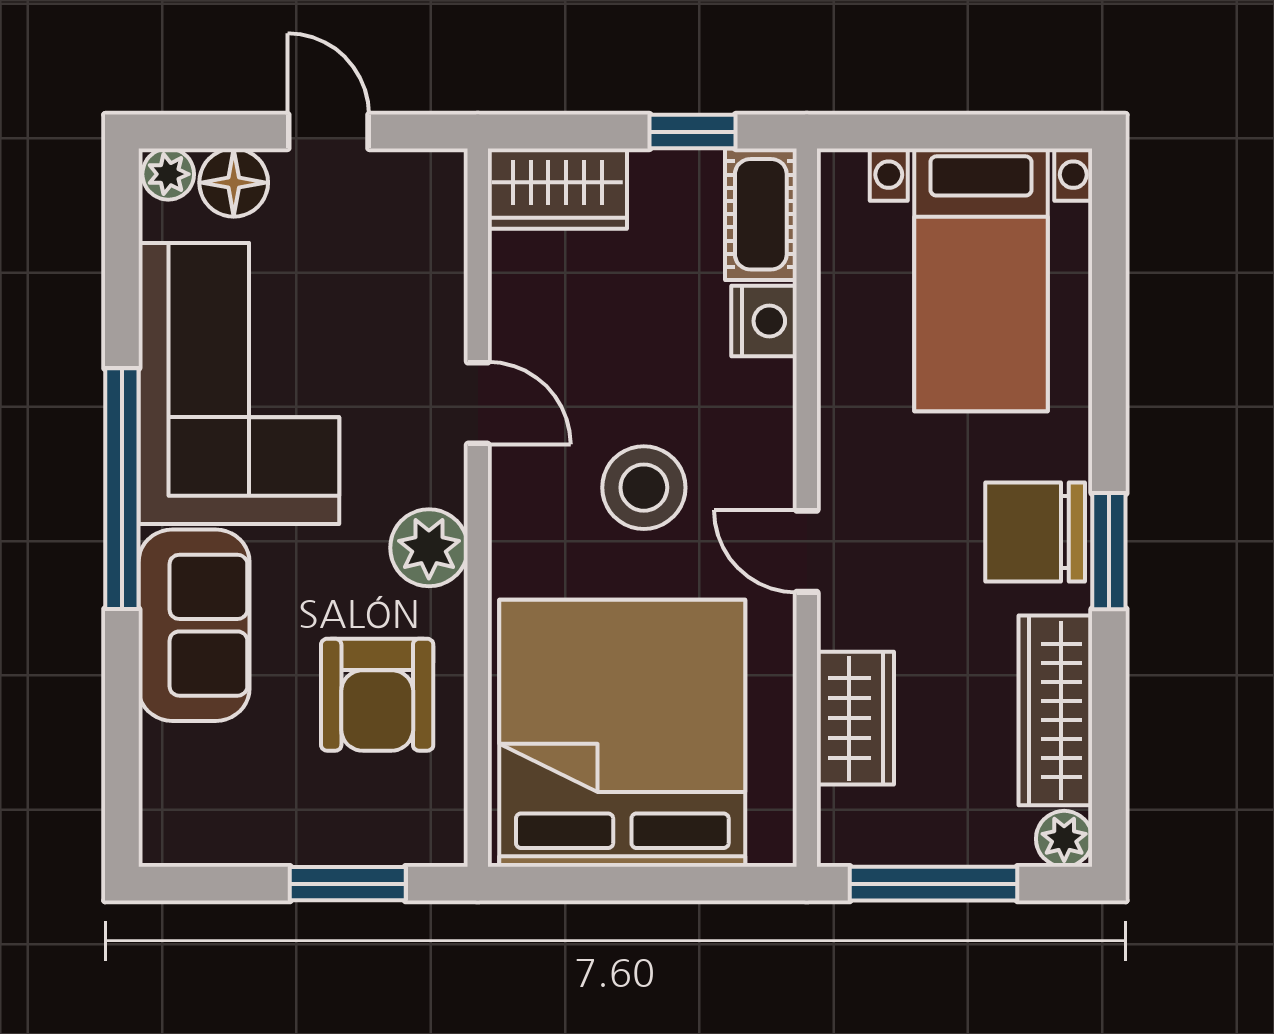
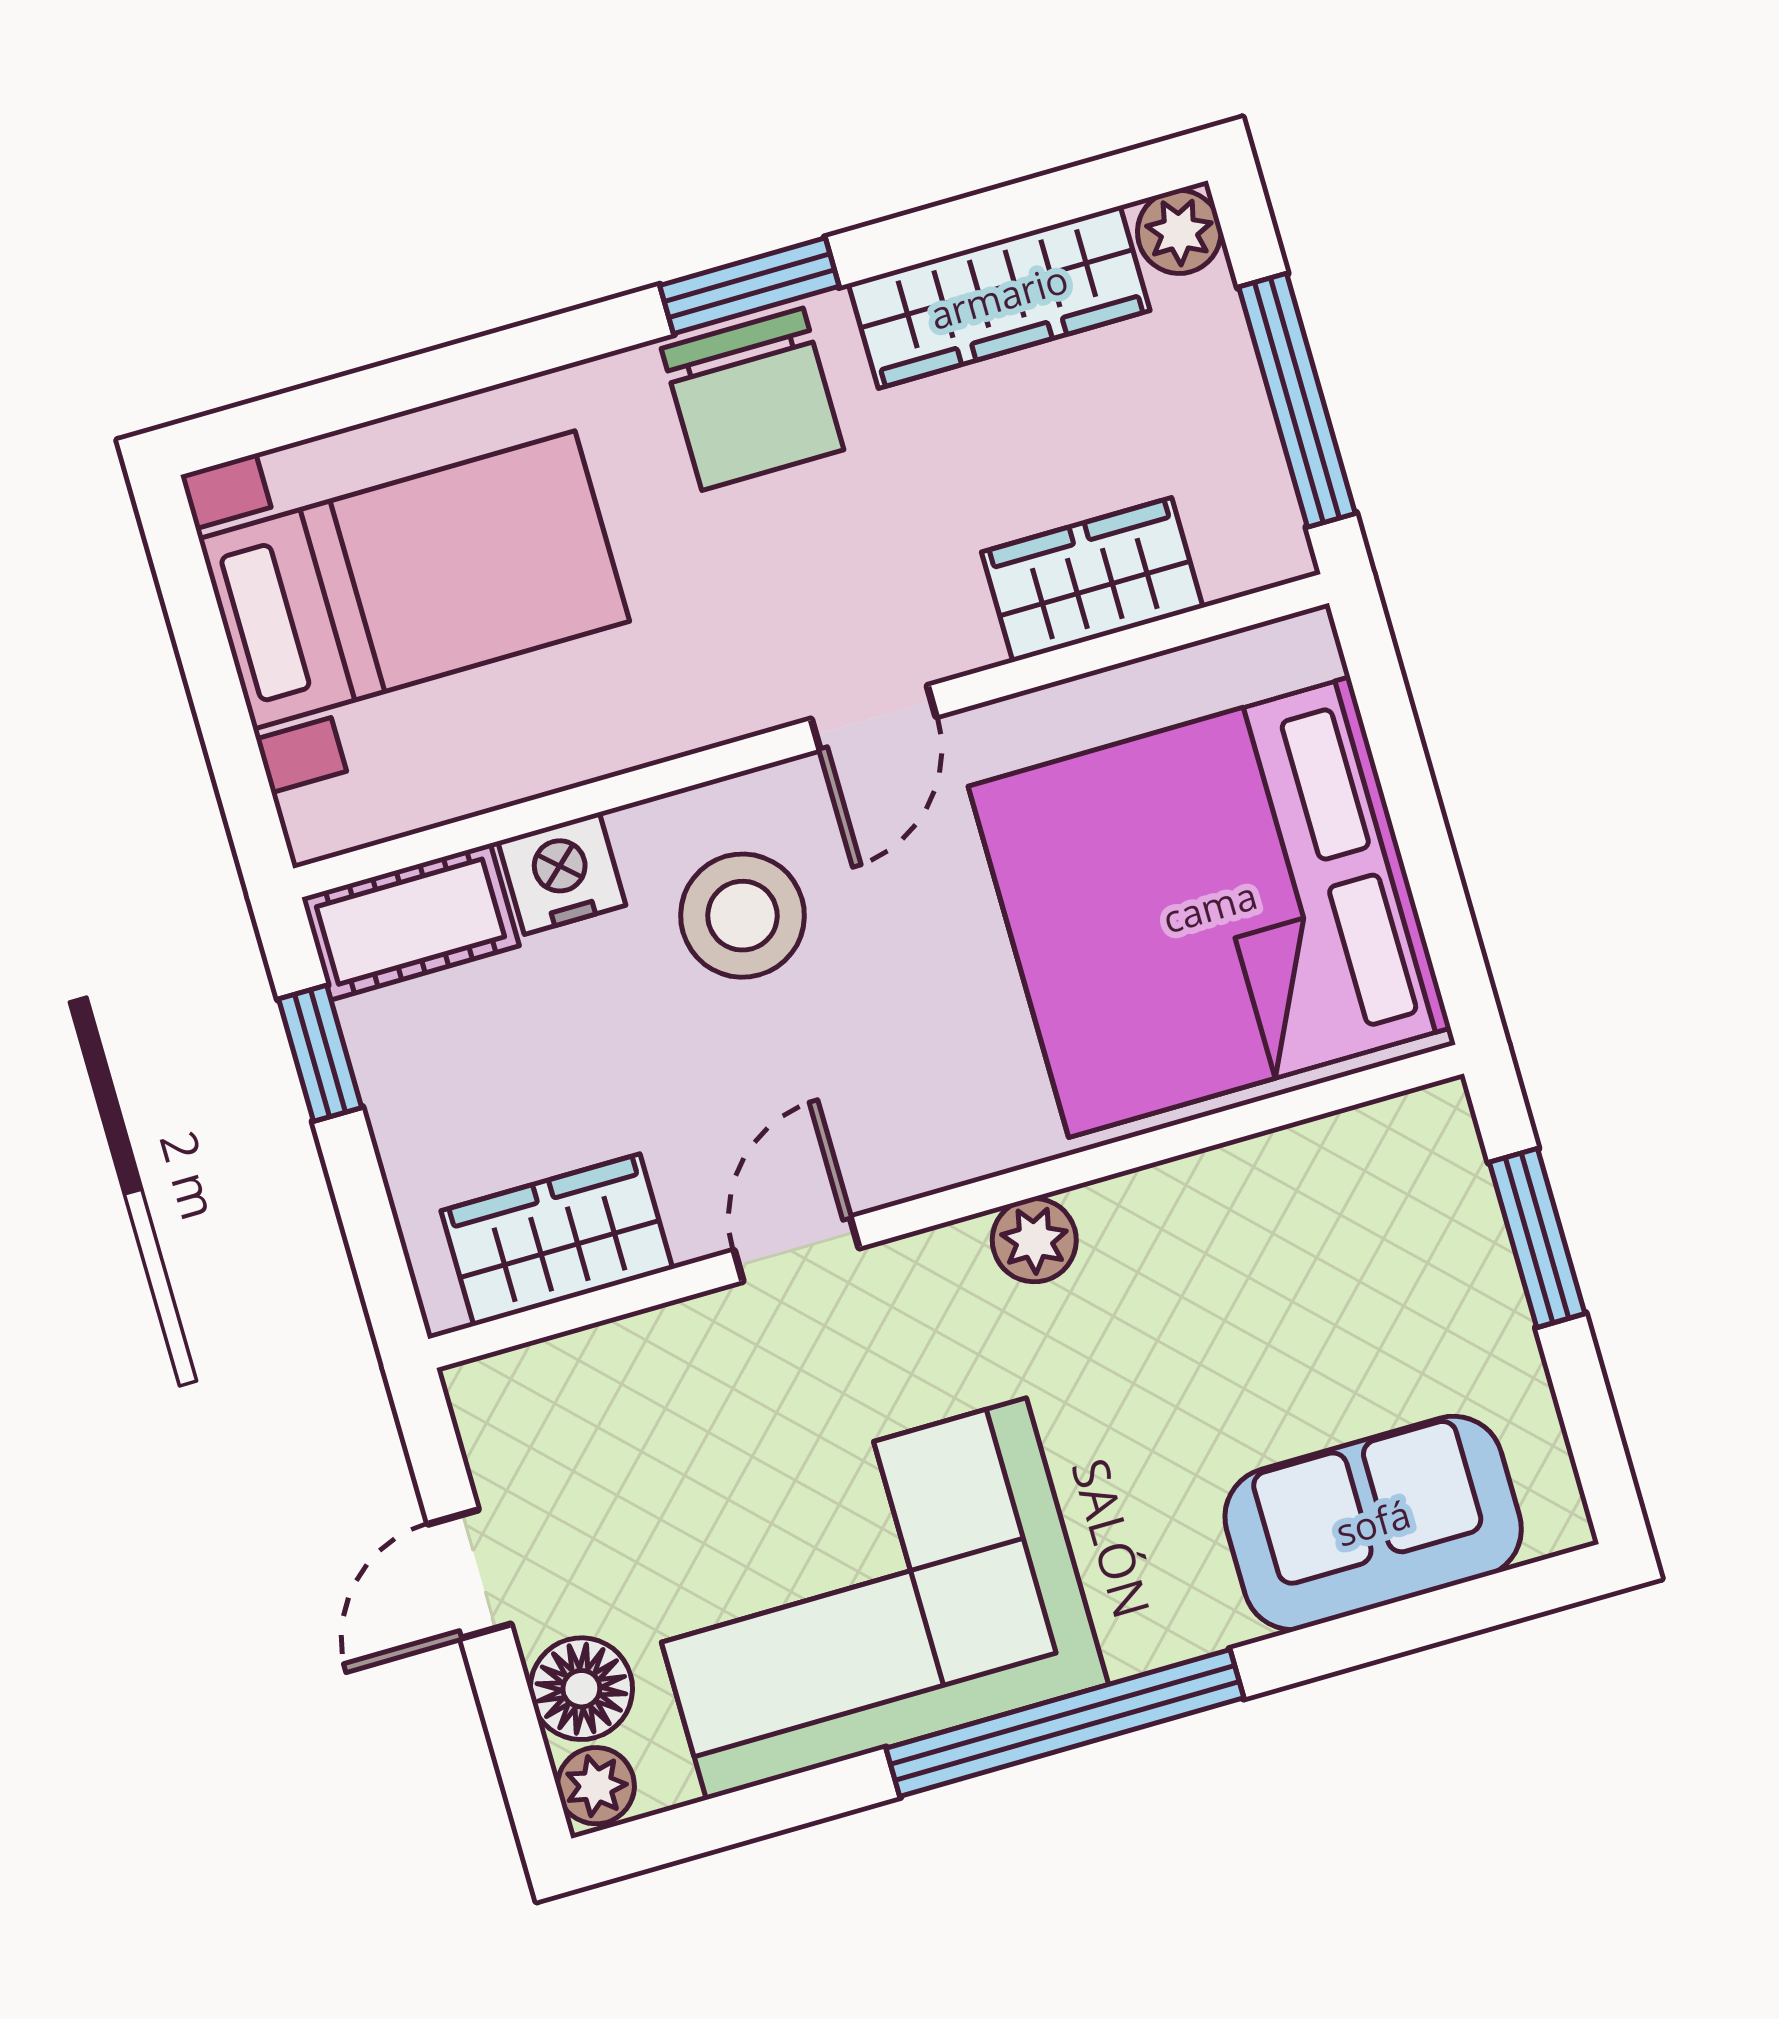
wardrobe: (557, 189) -> (557, 1240), moved, turned -90
stool: (644, 488) -> (742, 916), moved
plant: (429, 548) -> (1034, 1240), width x0.73, depth x0.73
sofa: (194, 625) -> (1373, 1523), moved
armchair: (377, 695) -> (1255, 1273), removed

